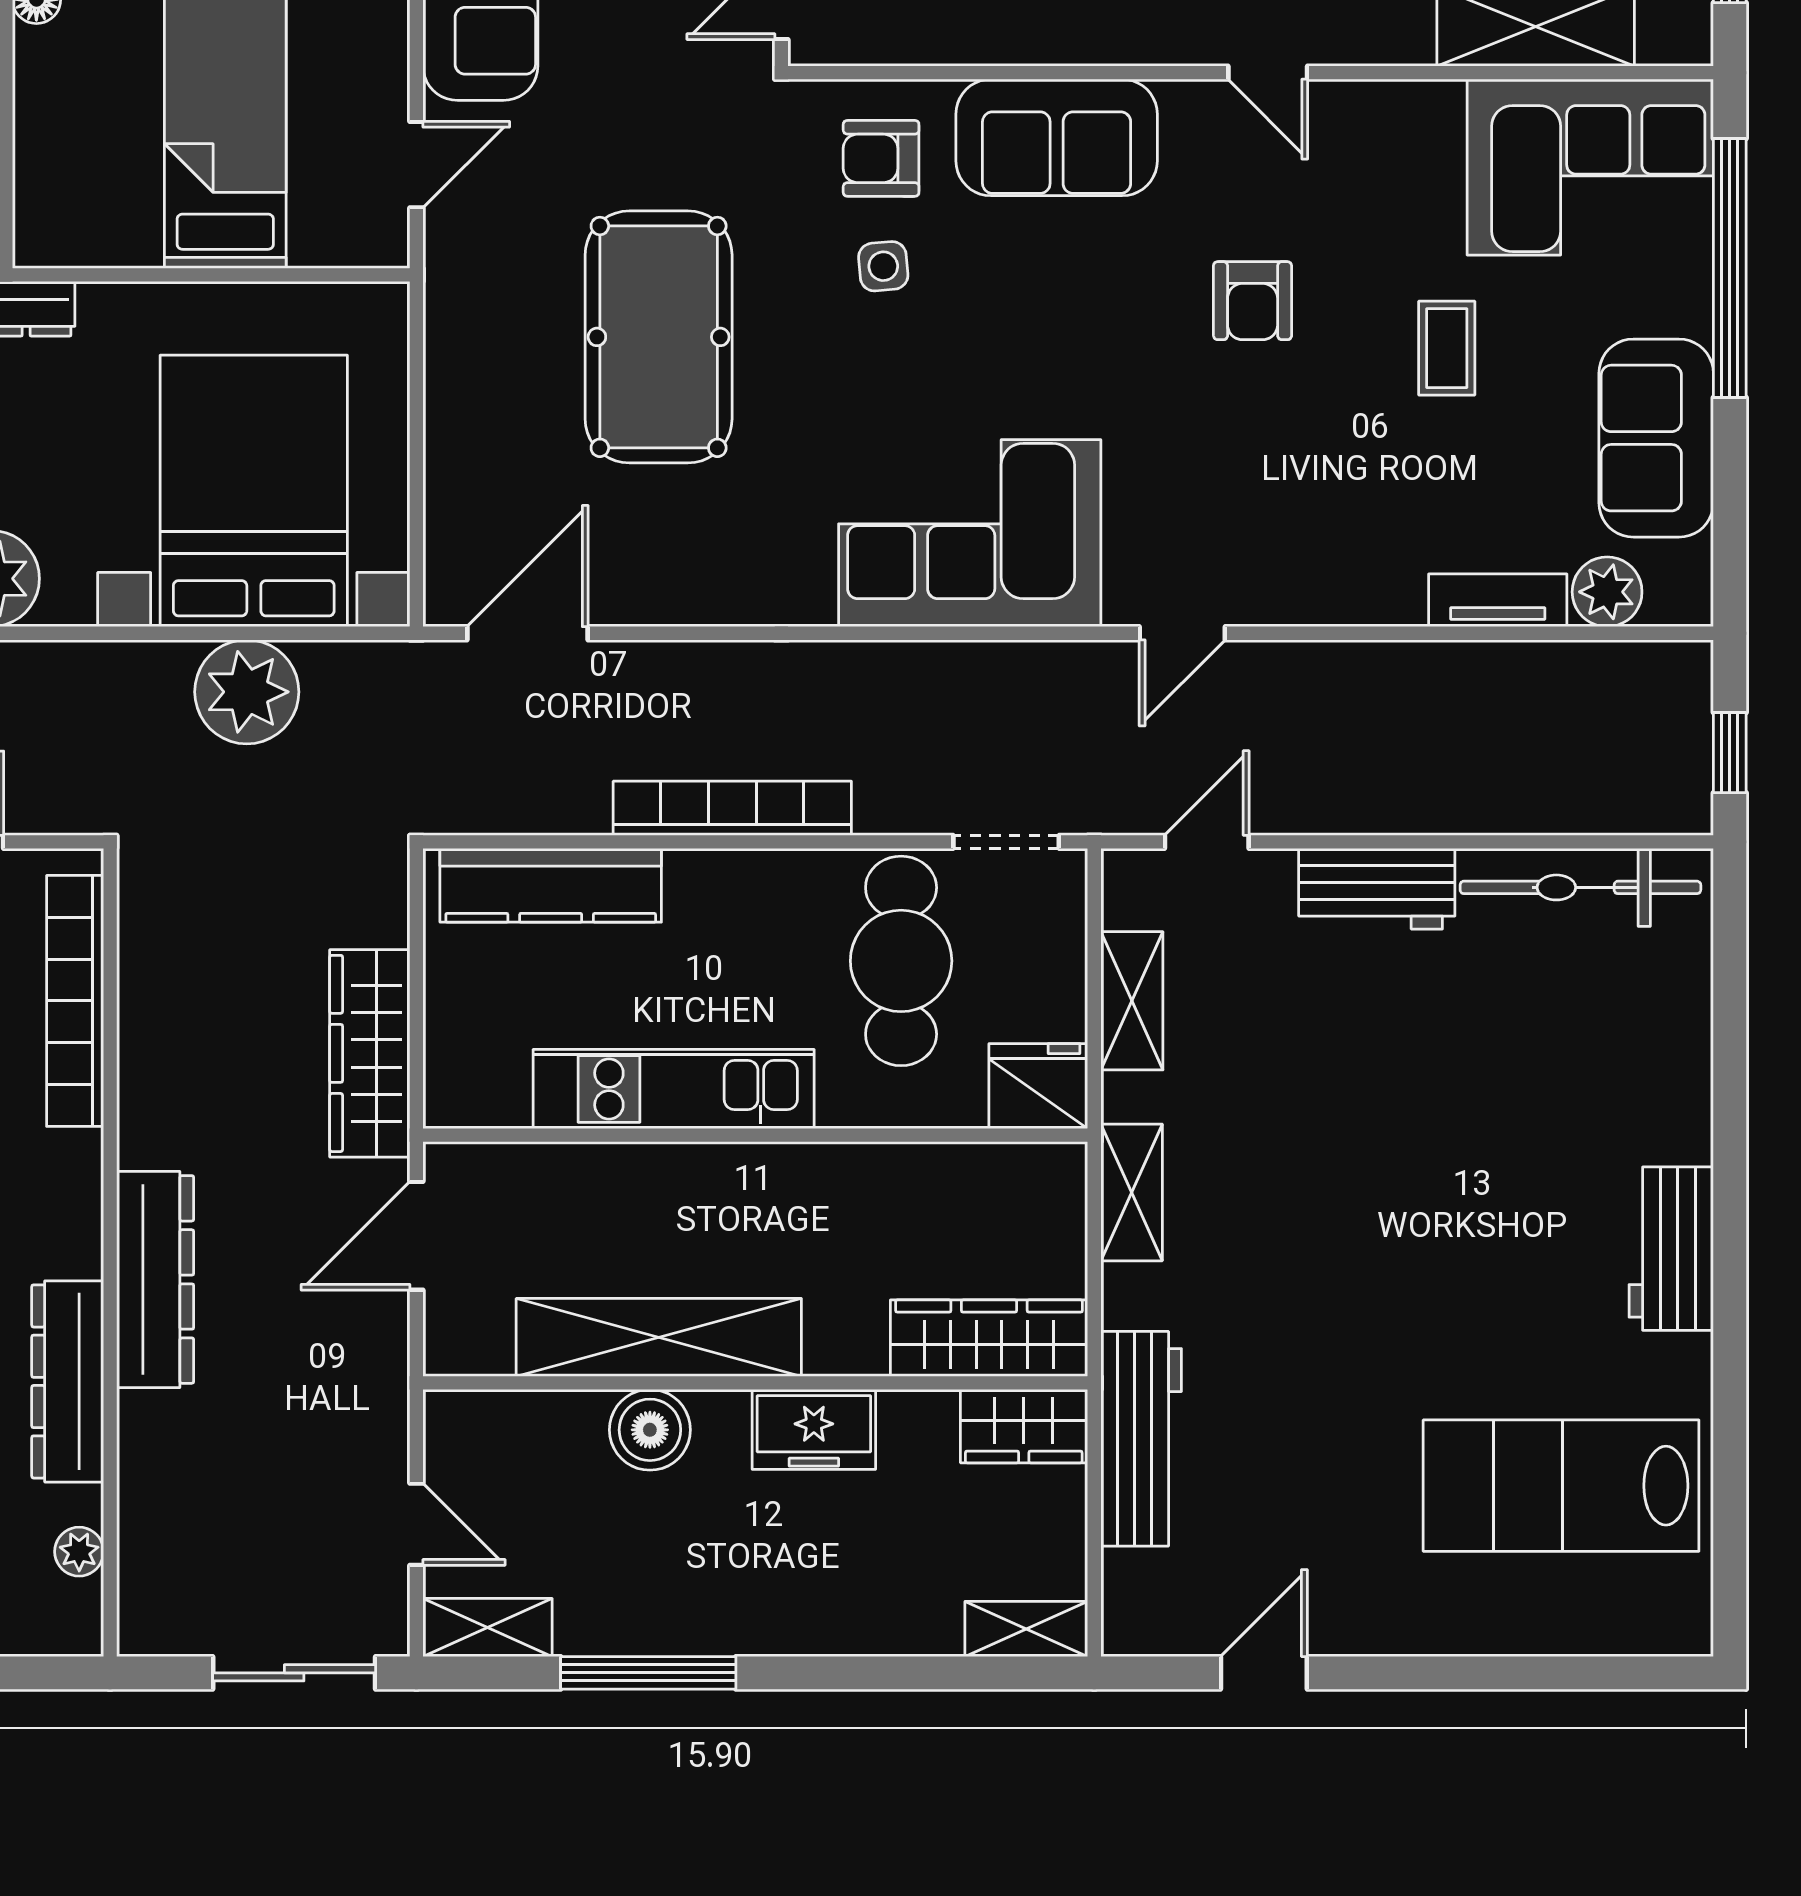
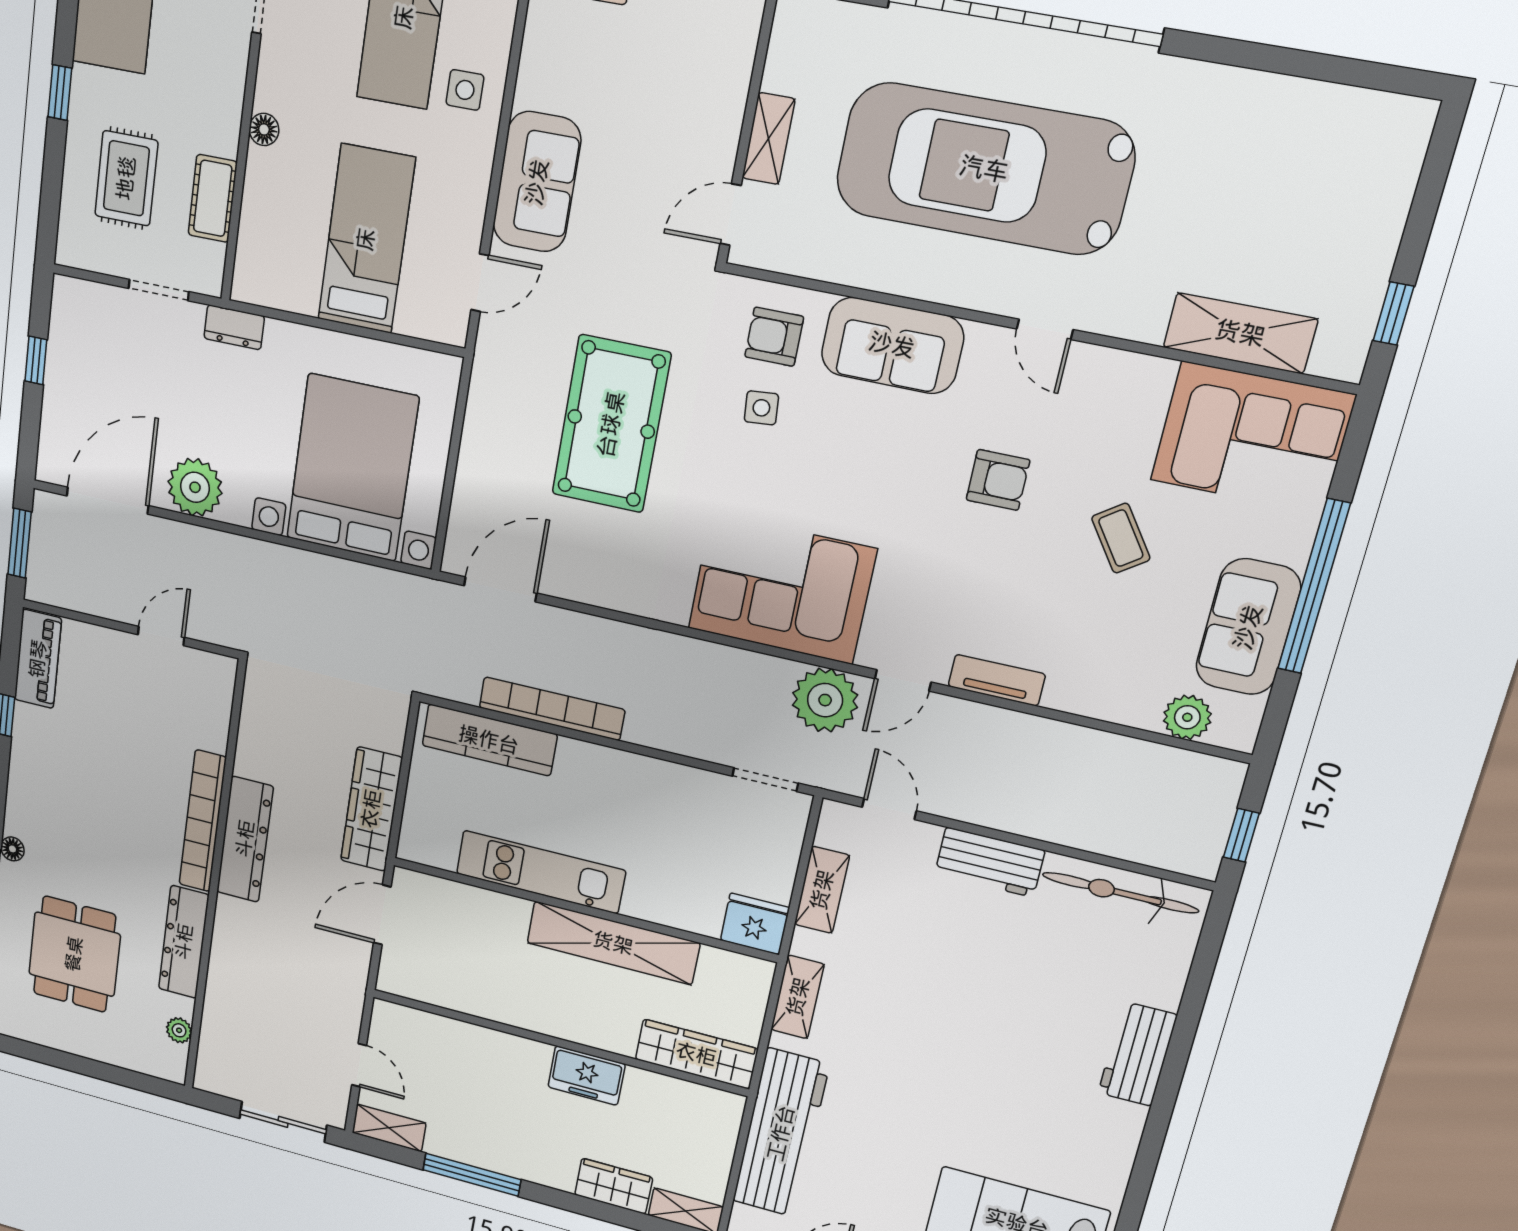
window: (1730, 268) -> (1314, 587), moved
armchair: (1253, 301) -> (998, 480), turned -90
coffee table: (1447, 348) -> (1121, 538), turned -35
tv unit: (1498, 600) -> (997, 680), moved
plant: (247, 692) -> (825, 700), moved
bookcase: (732, 808) -> (552, 709), moved
door: (1207, 842) -> (889, 809), hinge flipped
cafe table: (901, 961) -> (688, 833), removed
bookcase: (75, 1001) -> (203, 821), moved
workbench: (1671, 1249) -> (1137, 1054), moved
dresser: (155, 1279) -> (245, 839), moved
shelving: (659, 1337) -> (613, 943), moved
wardrobe: (1024, 1426) -> (614, 1186), moved, turned 180
boiler: (650, 1430) -> (495, 1051), removed
workbench: (1141, 1439) -> (781, 1133), width x1.36, depth x1.32

